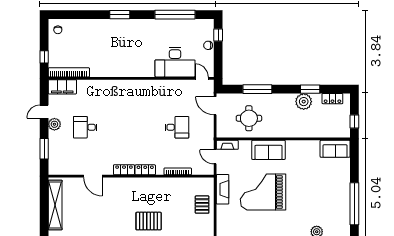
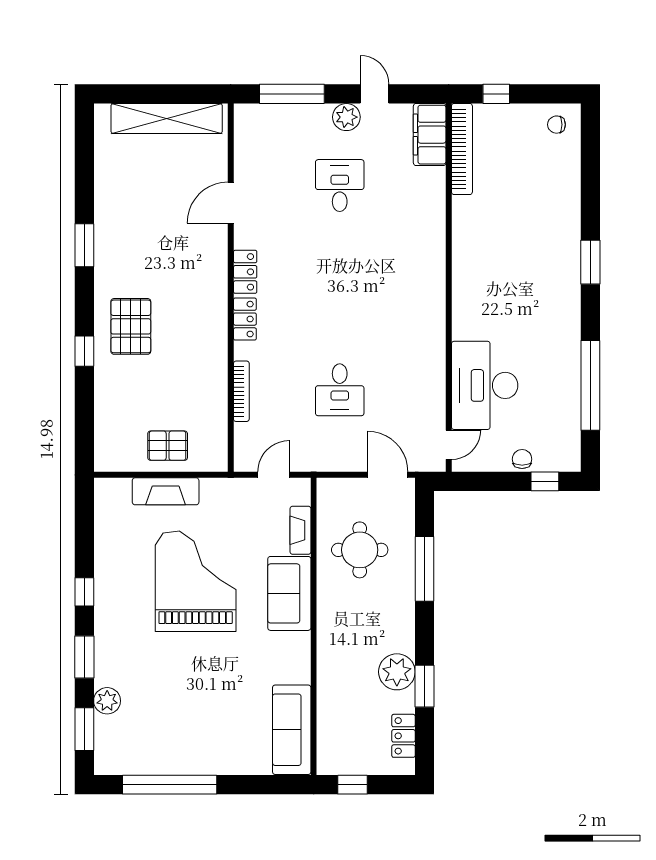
door: (215, 106) -> (388, 475), hinge flipped
fireplace: (227, 145) -> (300, 530), moved
window: (44, 149) -> (292, 94), width x1.44
sofa: (335, 149) -> (292, 730), width x1.36
fireplace: (223, 189) -> (166, 491), moved

